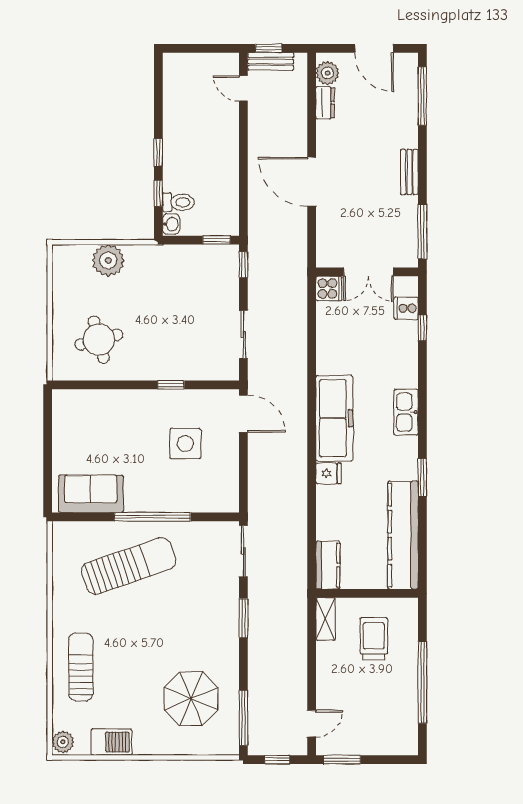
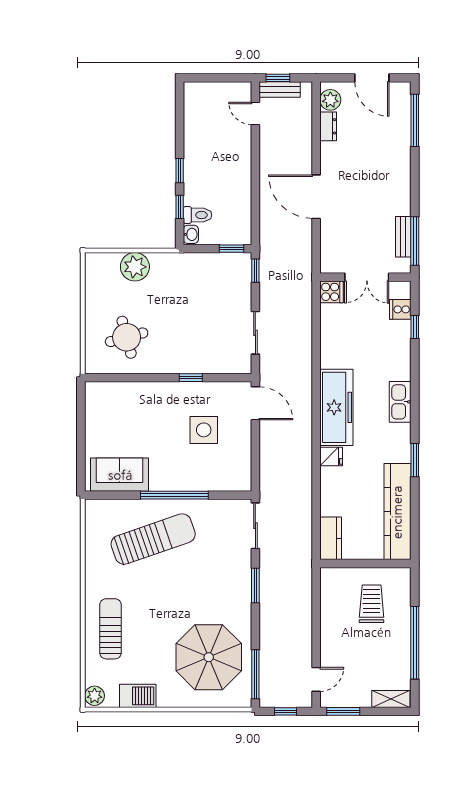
bench: (409, 172) -> (403, 237), moved
shelving: (325, 619) -> (391, 699), moved, turned 90
parasol: (191, 699) -> (209, 657), width x1.36, depth x1.36

